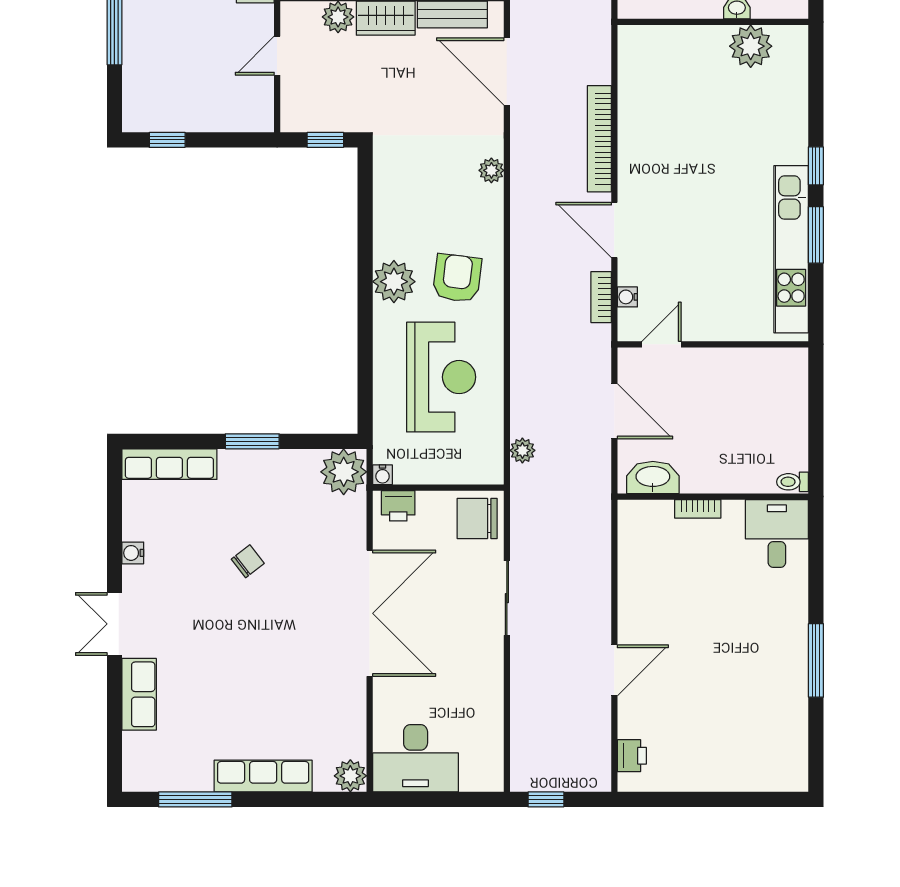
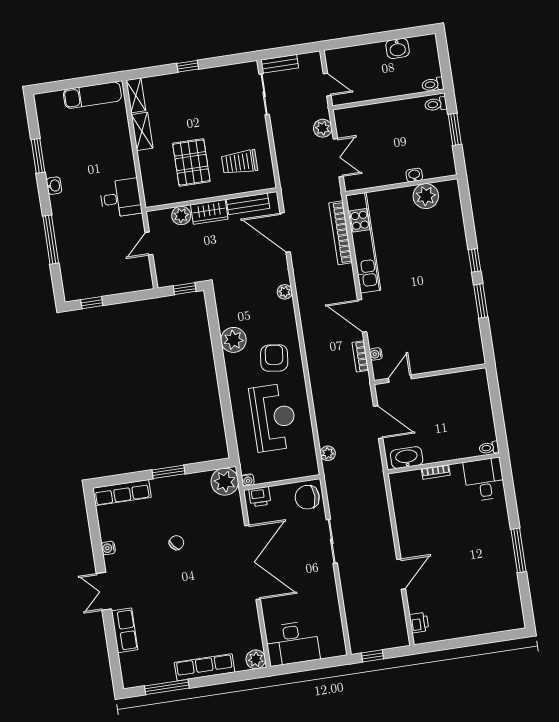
bookcase: (599, 139) -> (341, 233), moved
kitchen unit: (791, 249) -> (363, 243), moved, turned 180
plant: (394, 282) -> (234, 340), moved

